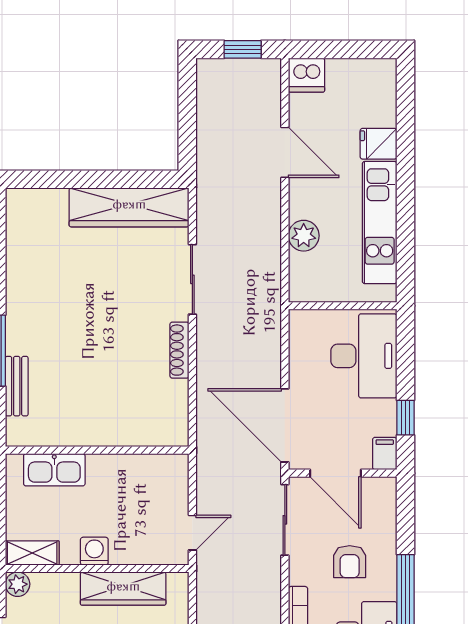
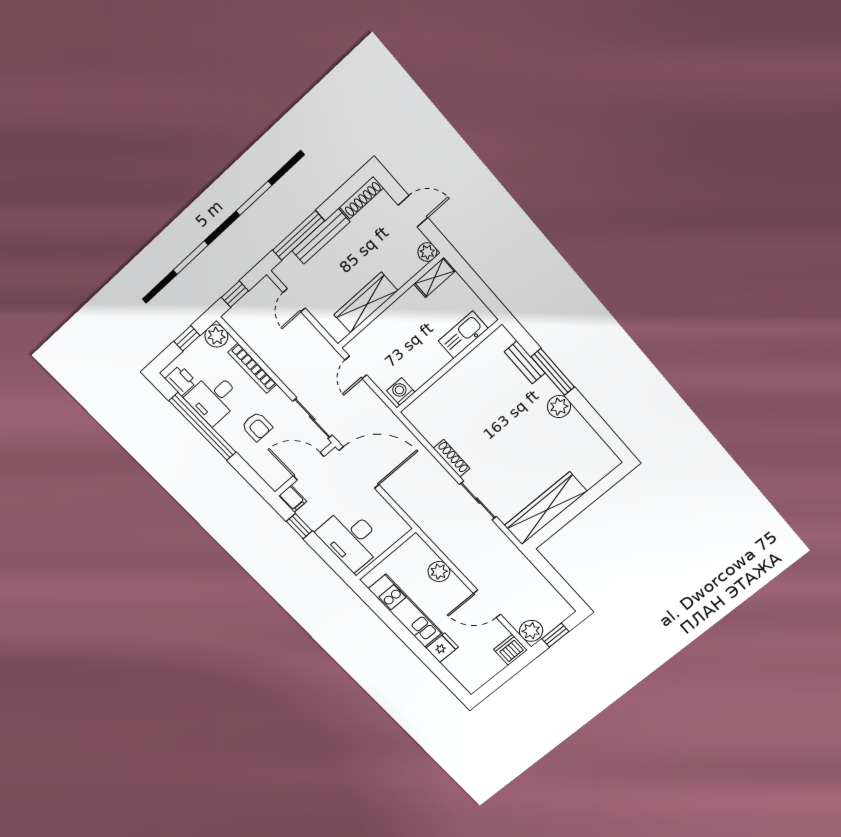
plant: (265, 78) -> (531, 631), added
plant: (21, 308) -> (559, 406), added
washing machine: (94, 551) -> (401, 391), moved, turned 180
armchair: (350, 562) -> (257, 427), turned 180

